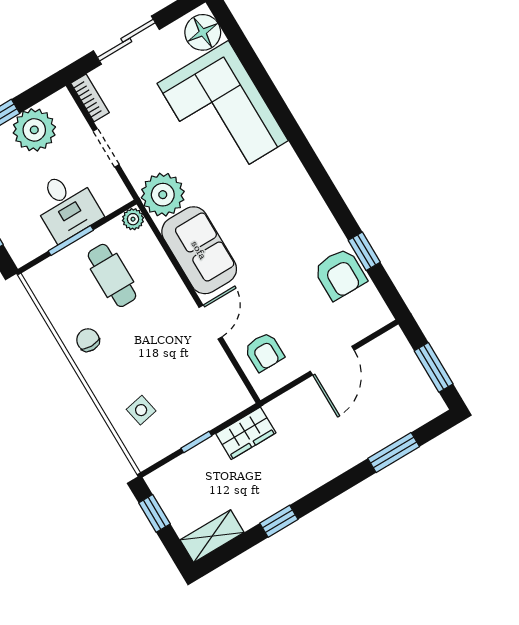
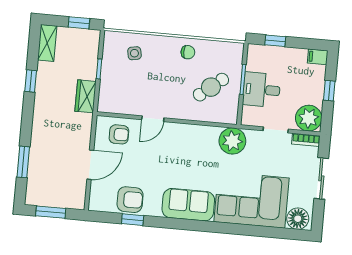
plant: (34, 130) -> (309, 118), moved
plant: (133, 219) -> (231, 118), removed
sofa: (199, 250) -> (188, 205), moved, turned 180
armchair: (340, 274) -> (130, 200), turned 180
cafe table: (112, 275) -> (211, 87), turned -39
door: (210, 322) -> (153, 119), hinge flipped
armchair: (264, 352) -> (119, 134), turned 180
door: (332, 361) -> (90, 165), swing flipped

